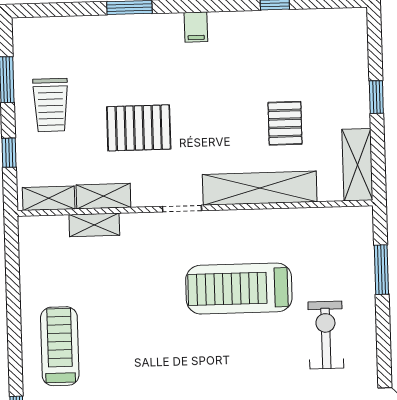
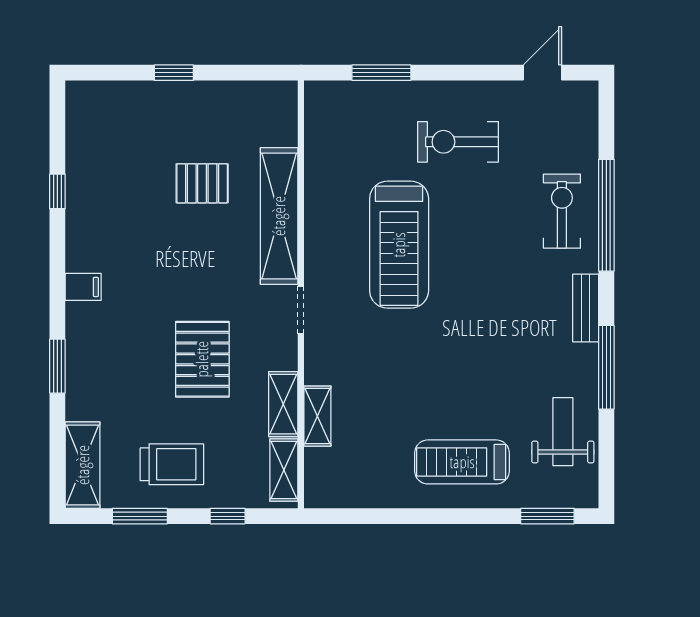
shelving: (357, 165) -> (83, 465), moved, turned 90

